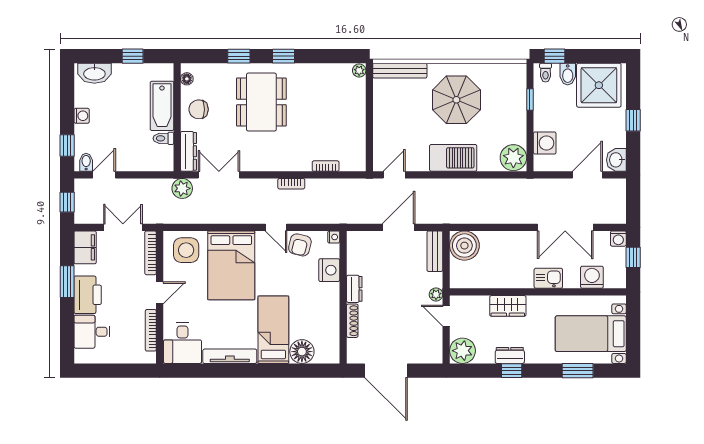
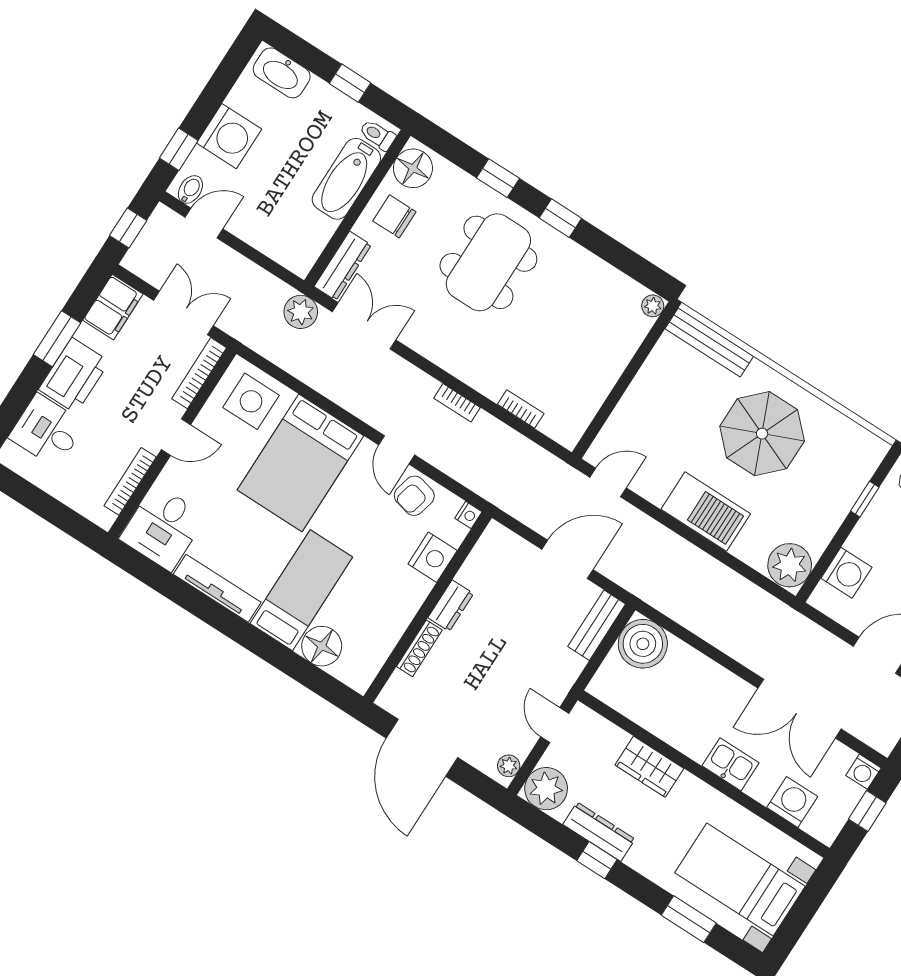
floor lamp: (187, 79) -> (413, 168), width x1.89, depth x1.89
washing machine: (82, 116) -> (229, 136), width x1.89, depth x1.89
toilet: (163, 138) -> (377, 135), moved
plant: (436, 294) -> (509, 766), moved
dresser: (510, 355) -> (599, 832), width x1.44

